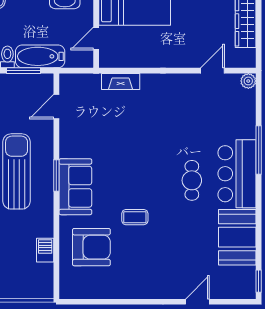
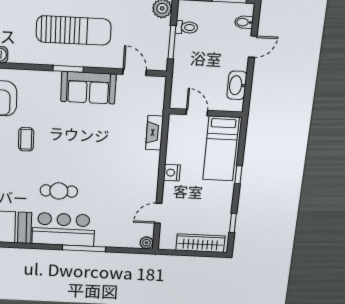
bathtub: (40, 56) -> (184, 59), removed
nightstand: (164, 59) -> (172, 173), added
door: (212, 71) -> (158, 213), swing flipped
sofa: (75, 187) -> (88, 88), moved

